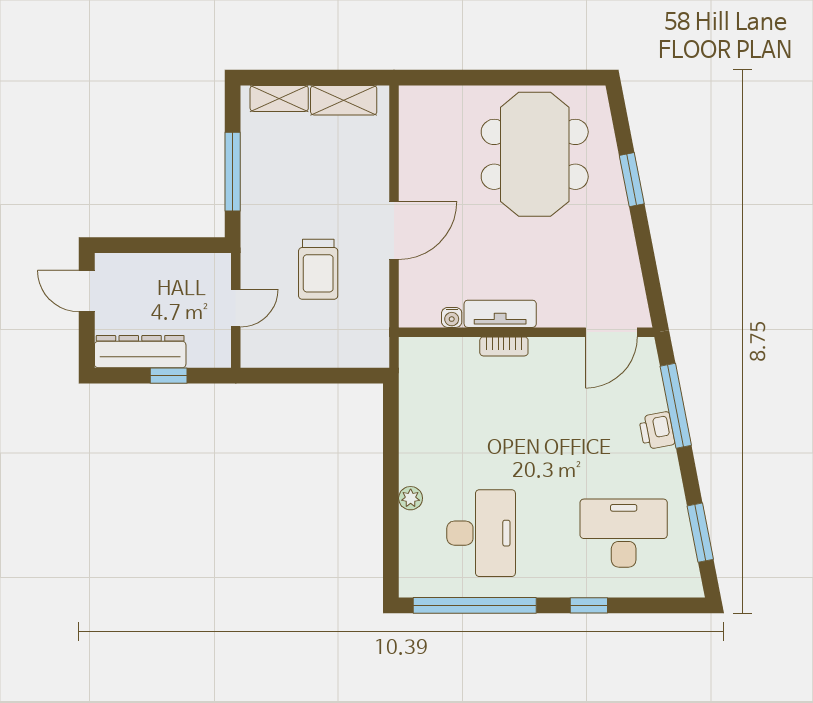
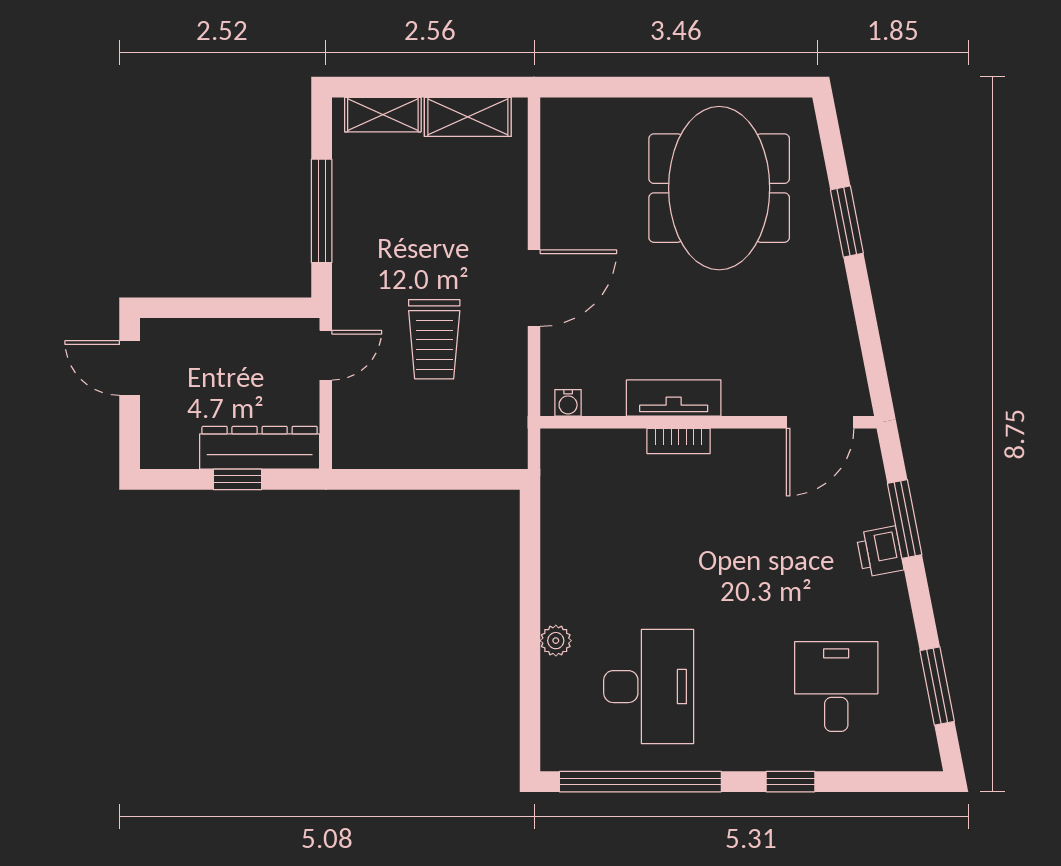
door: (236, 308) -> (326, 355), moved
water cooler: (452, 317) -> (568, 403), moved
dresser: (140, 352) -> (260, 448), moved
window: (676, 406) -> (905, 519), width x0.69
desk: (624, 533) -> (836, 687), width x0.73

